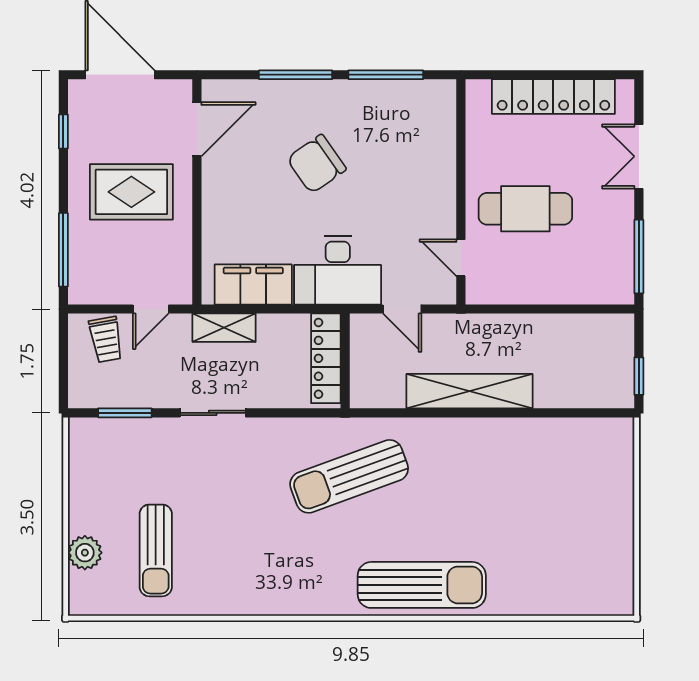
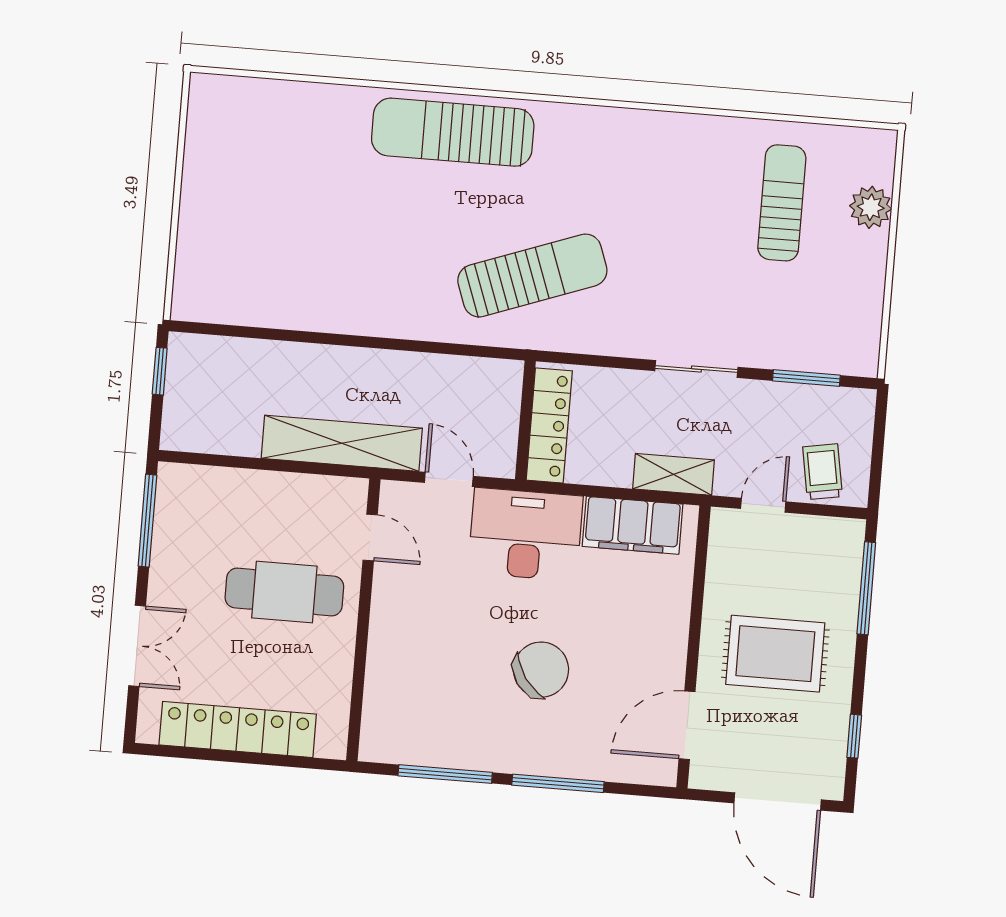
shelving: (469, 391) -> (342, 443), moved

